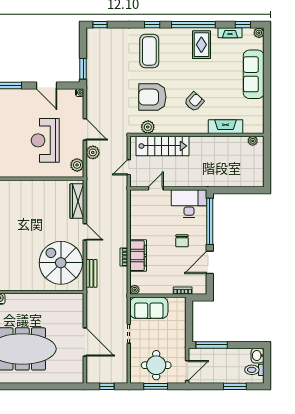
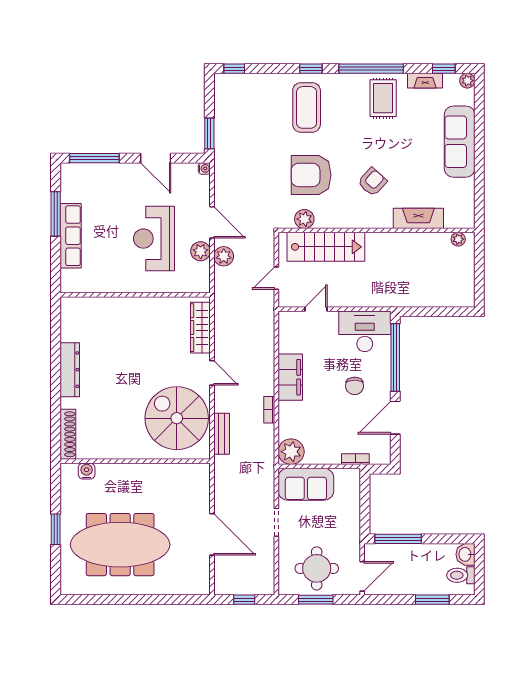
plant: (77, 165) -> (201, 251), moved
filing cabinet: (138, 256) -> (290, 377), moved
plant: (135, 290) -> (291, 452), width x1.87, depth x1.87

